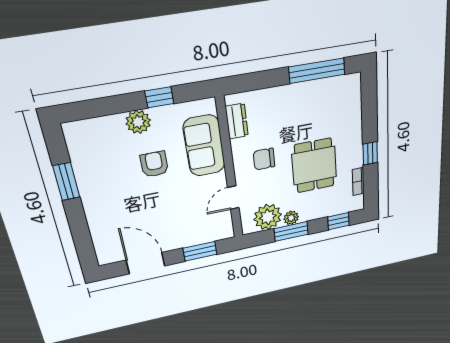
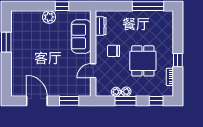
armchair: (154, 164) -> (53, 42), removed
plant: (268, 217) -> (116, 92), width x0.53, depth x0.53

